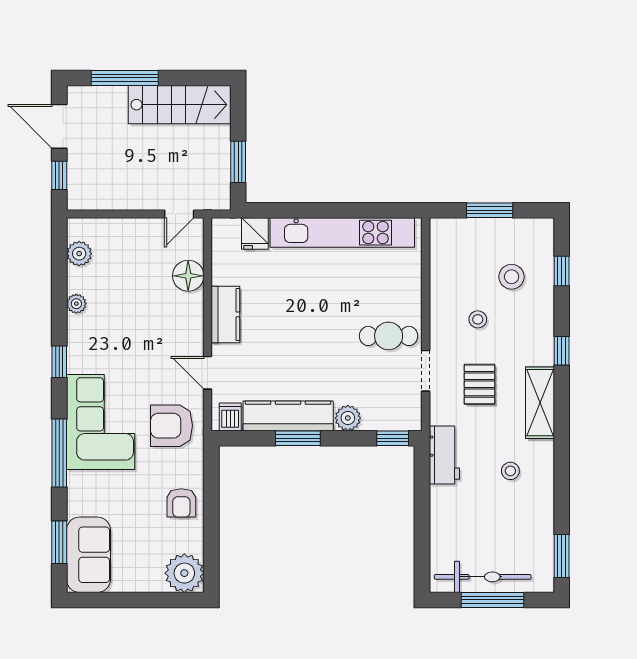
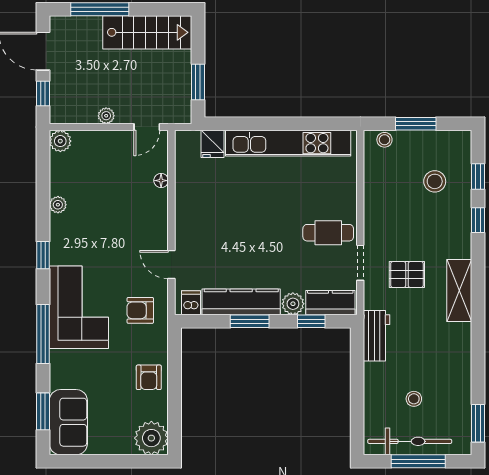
plant: (132, 201) -> (106, 116), added
plant: (79, 254) -> (60, 141), moved
floor lamp: (188, 276) -> (161, 181), width x0.53, depth x0.53
kitchen counter: (225, 314) -> (330, 303), moved, turned -90
stool: (478, 319) -> (384, 140), moved
window: (562, 351) -> (478, 220), moved
pallet: (479, 384) -> (407, 275), turned 90
armchair: (172, 426) -> (140, 310), width x0.72, depth x0.72
window: (393, 438) -> (311, 321), moved
stool: (510, 471) -> (414, 399), moved

